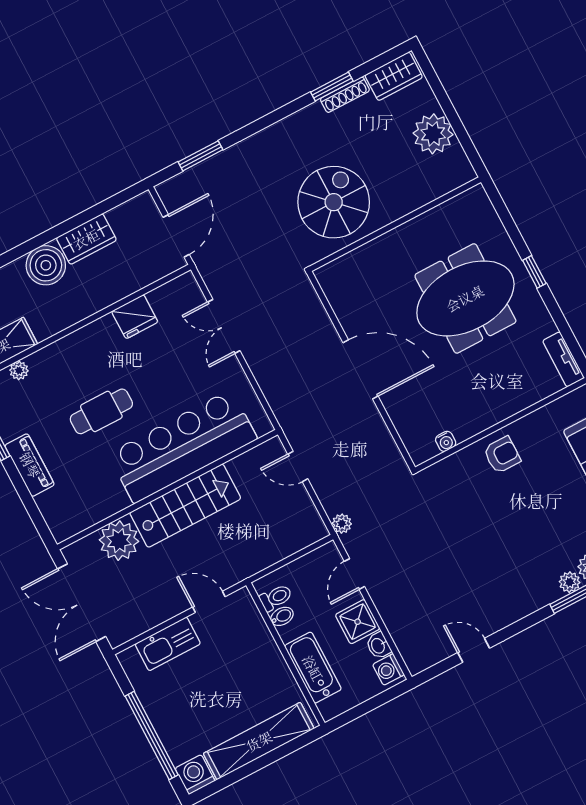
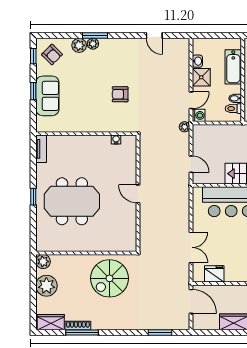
window: (332, 87) -> (82, 333), width x1.44
plant: (460, 172) -> (43, 262), added
door: (176, 236) -> (191, 301), swing flipped
fridge: (135, 317) -> (214, 274), moved
door: (361, 369) -> (138, 194), width x0.53
armchair: (502, 455) -> (120, 94), moved
washing machine: (388, 670) -> (199, 115), moved

